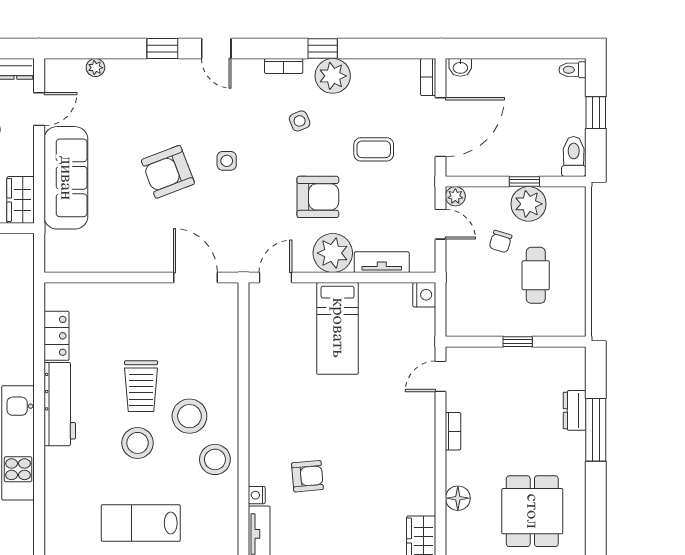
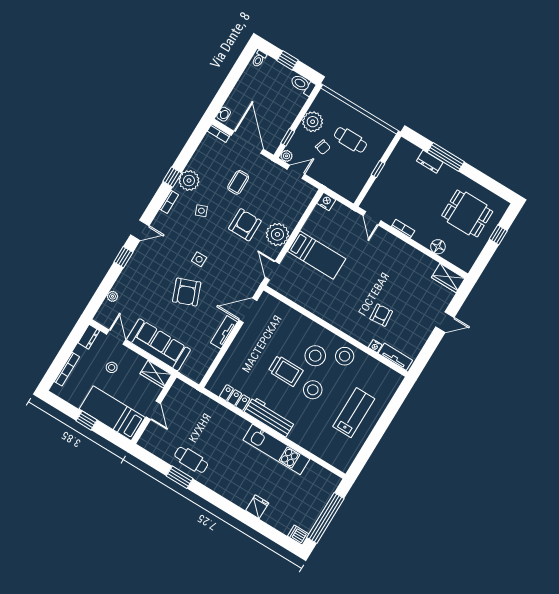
window: (524, 182) -> (288, 137), moved
tv unit: (382, 262) -> (224, 332), moved
lab bench: (141, 523) -> (354, 413), turned 180

